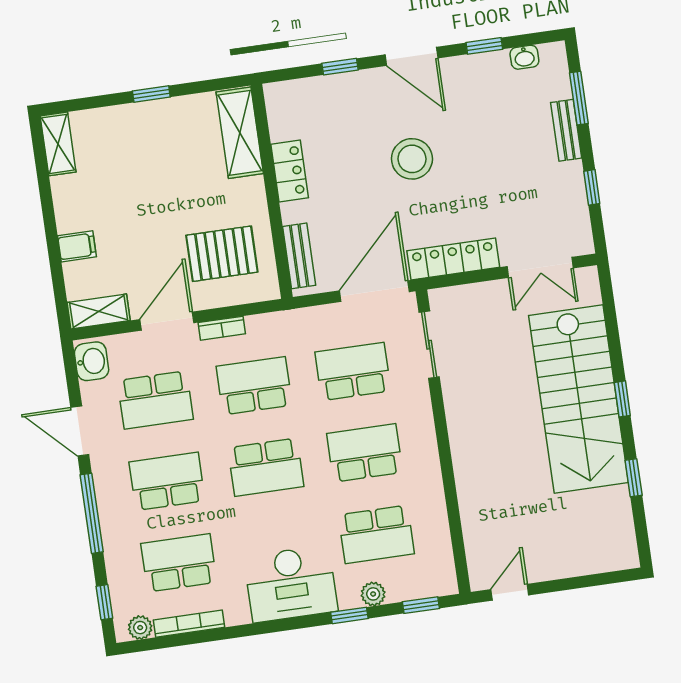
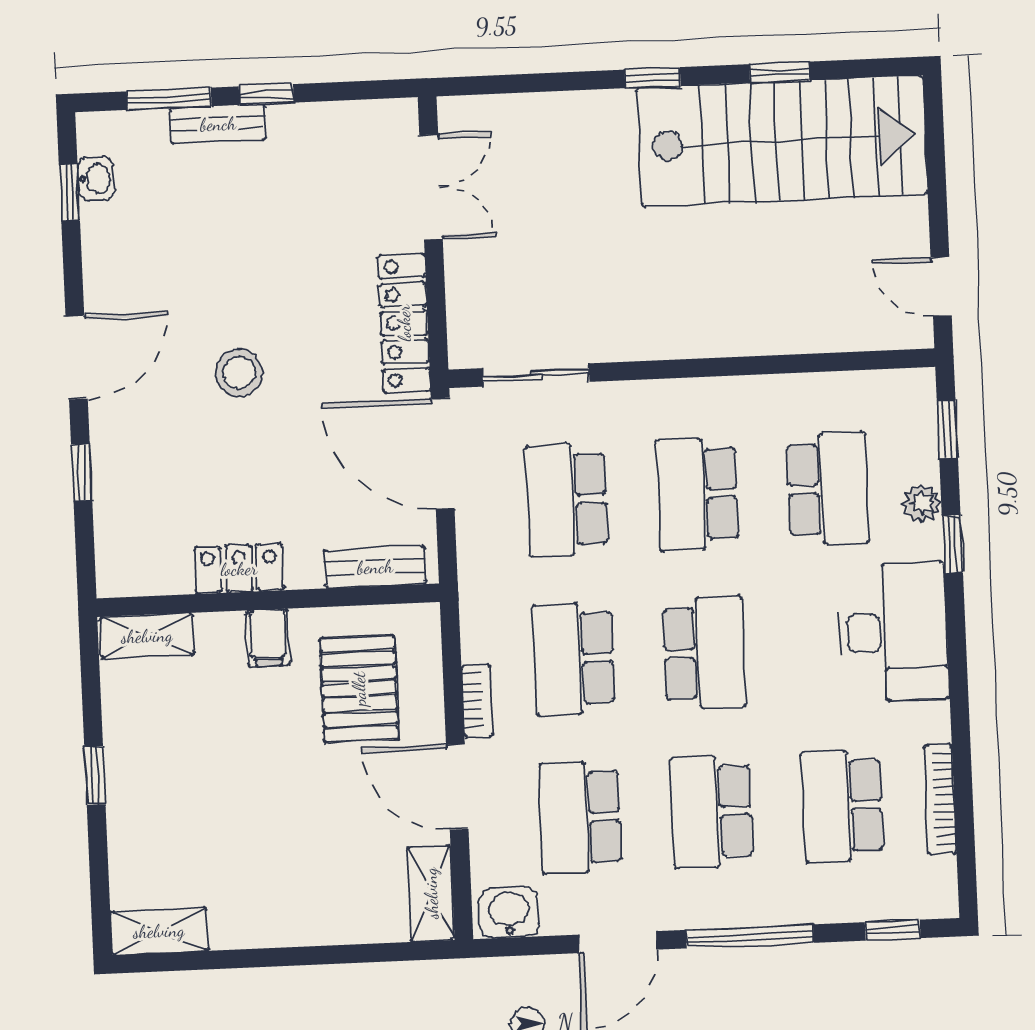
window: (484, 46) -> (69, 192), moved
shelving: (240, 133) -> (147, 636), width x0.67, depth x0.75
stool: (412, 159) -> (239, 373), width x0.73, depth x0.73
window: (592, 187) -> (266, 95), moved
filing cabinet: (77, 246) -> (268, 638), moved, turned 180
stairs: (579, 399) -> (782, 141), moved
school desk: (155, 400) -> (580, 817), turned 180
plant: (140, 628) -> (939, 878), removed

